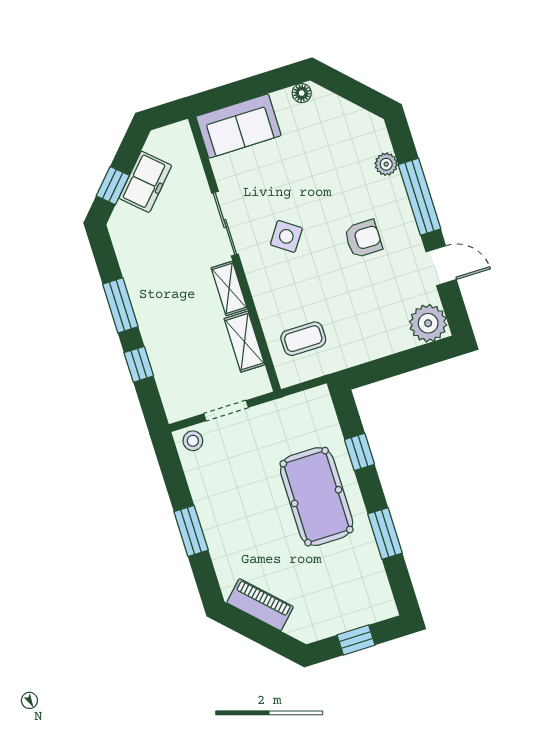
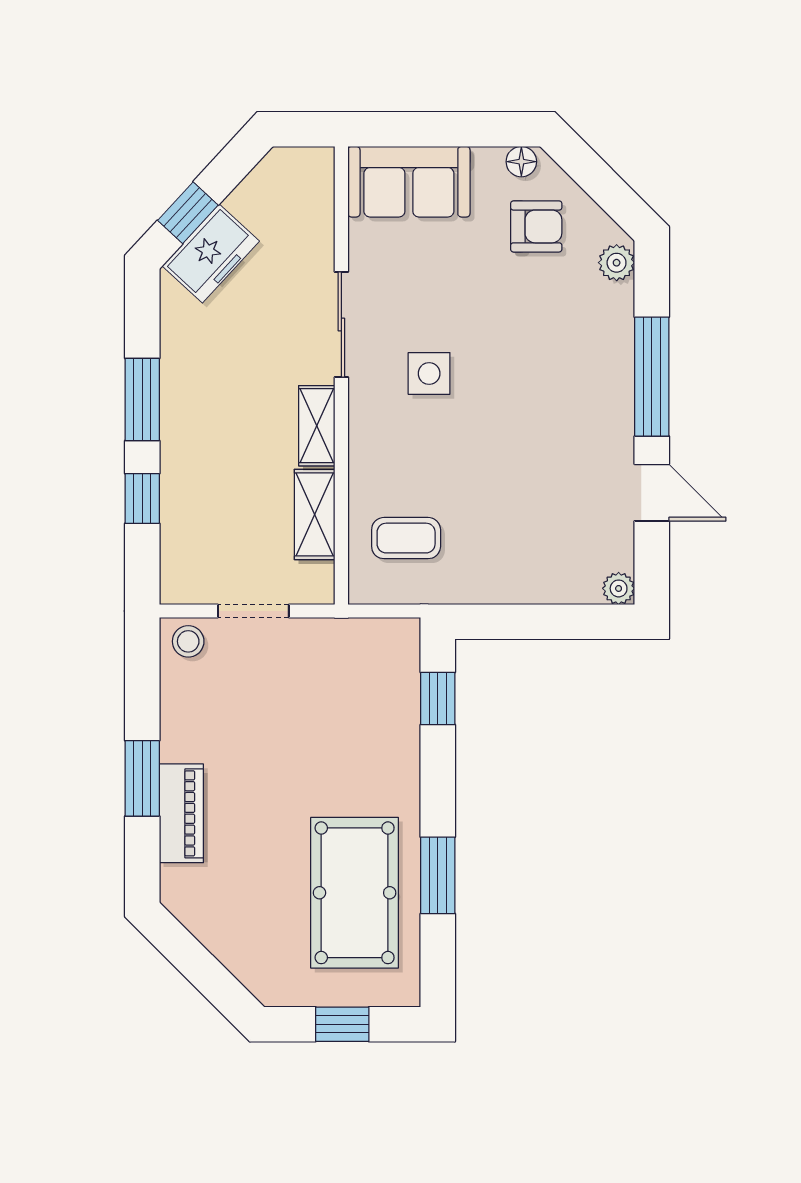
plant: (386, 164) -> (617, 263), moved
freezer: (145, 182) -> (211, 254), moved
side table: (286, 236) -> (429, 373), turned -35
armchair: (363, 239) -> (536, 226), moved
plant: (428, 323) -> (619, 588), width x0.53, depth x0.53
window: (359, 452) -> (438, 699), moved
pool table: (317, 497) -> (355, 893), moved
piano: (260, 605) -> (181, 813), moved, turned 45

